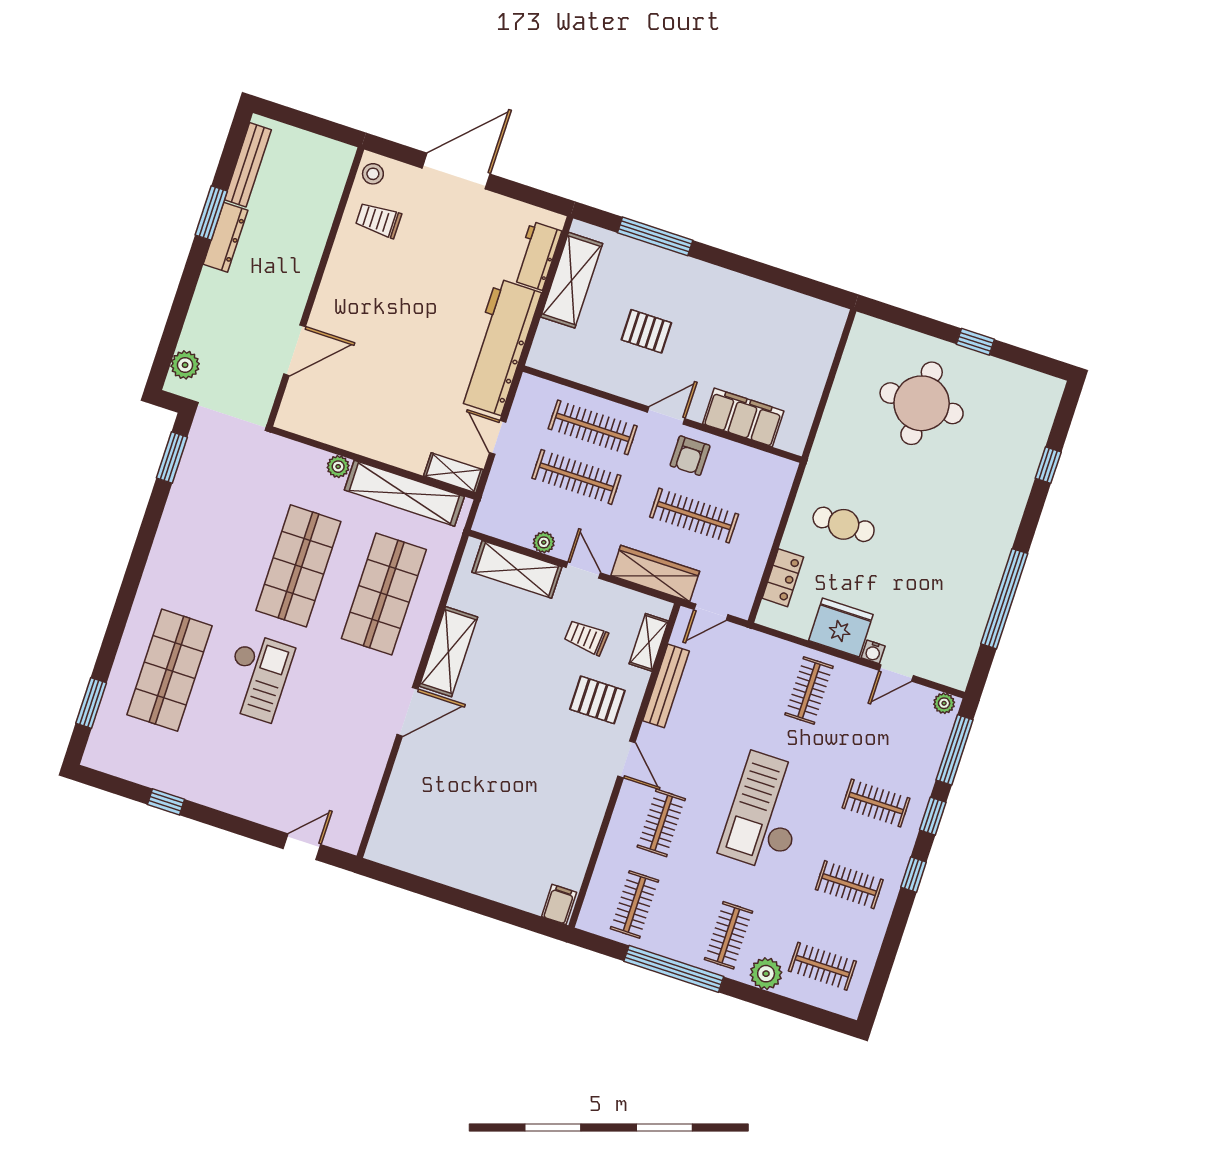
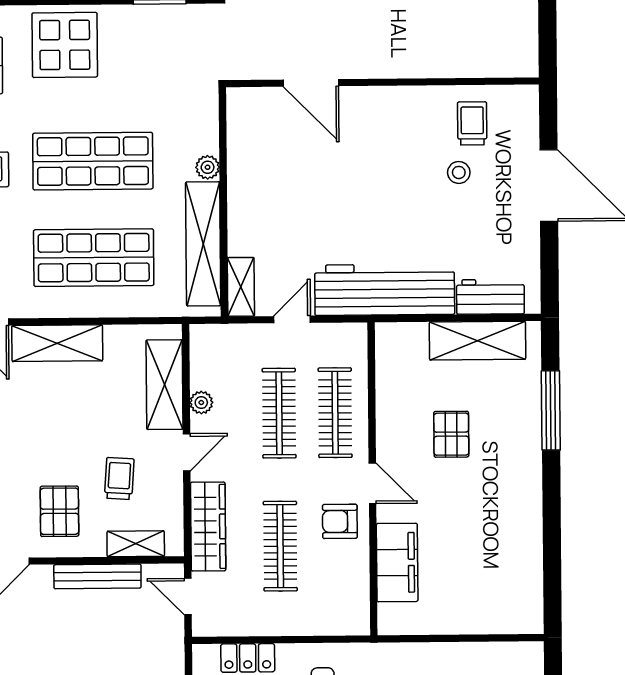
stool: (373, 174) -> (459, 172), moved
display table: (188, 556) -> (65, 45), added

